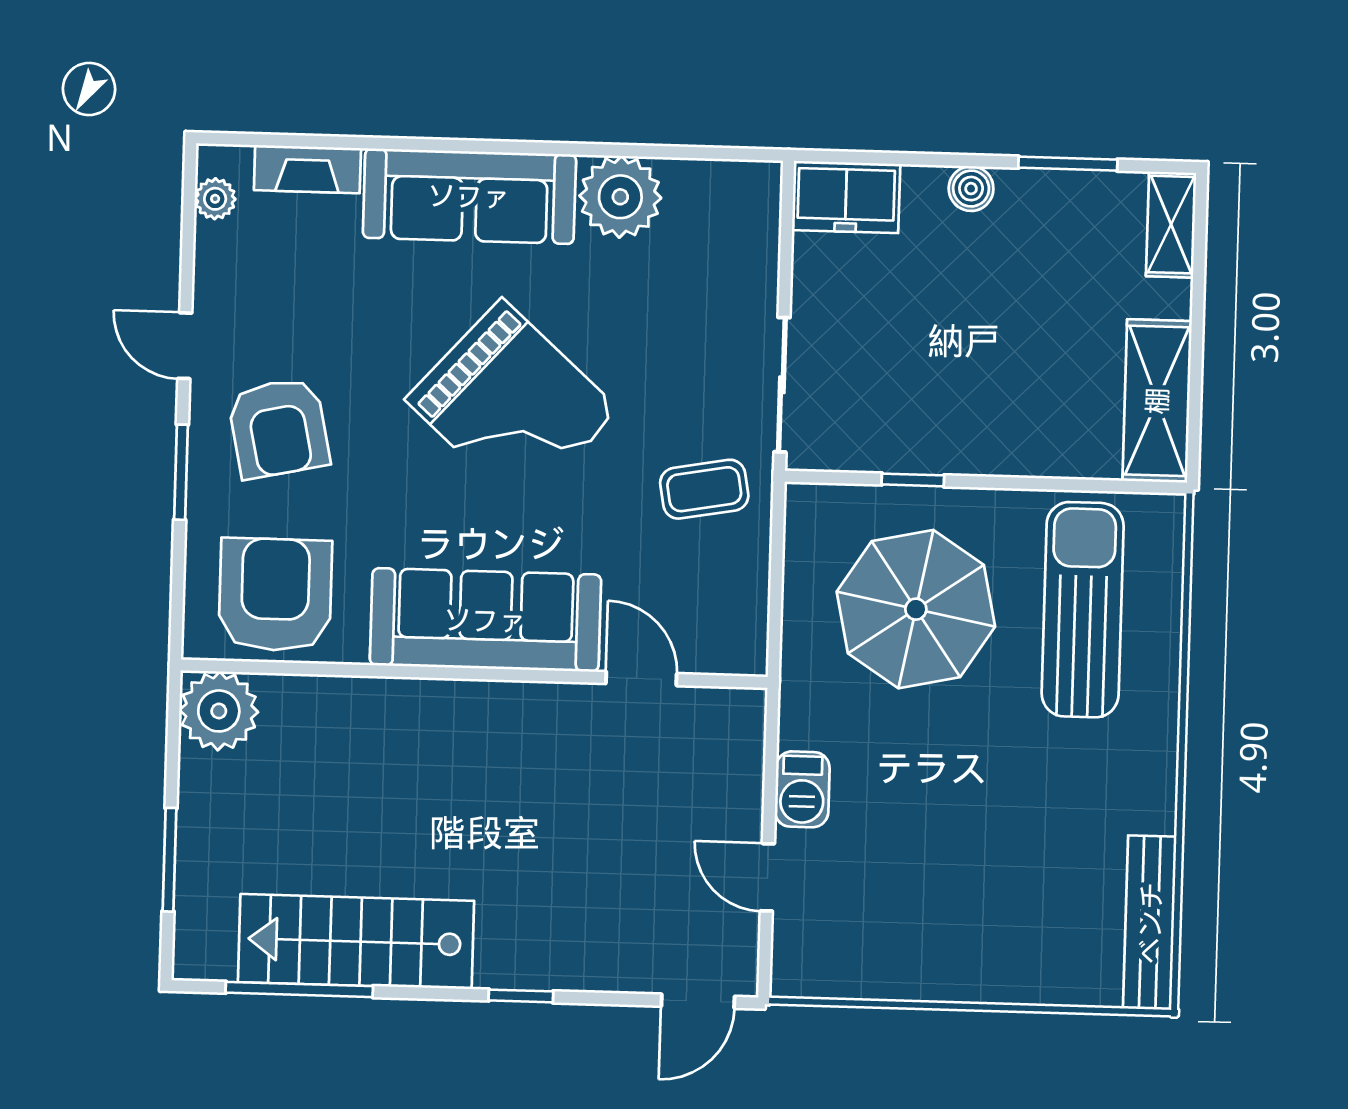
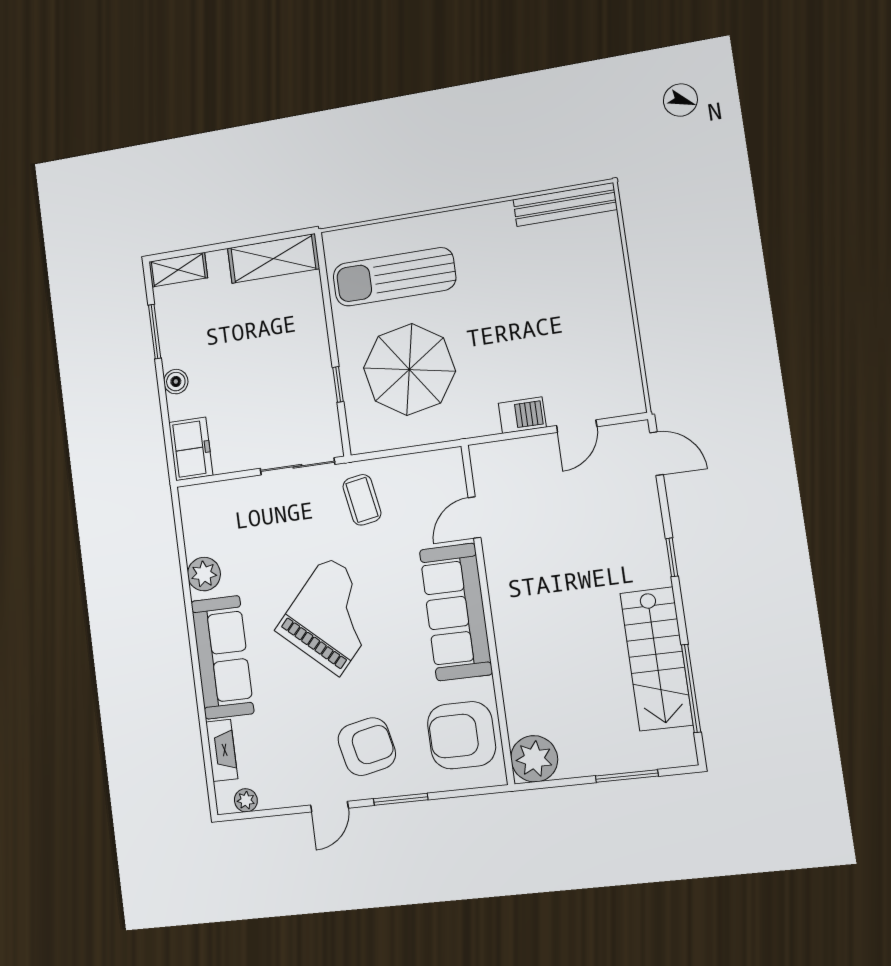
plant: (620, 197) -> (204, 574), width x0.73, depth x0.73

